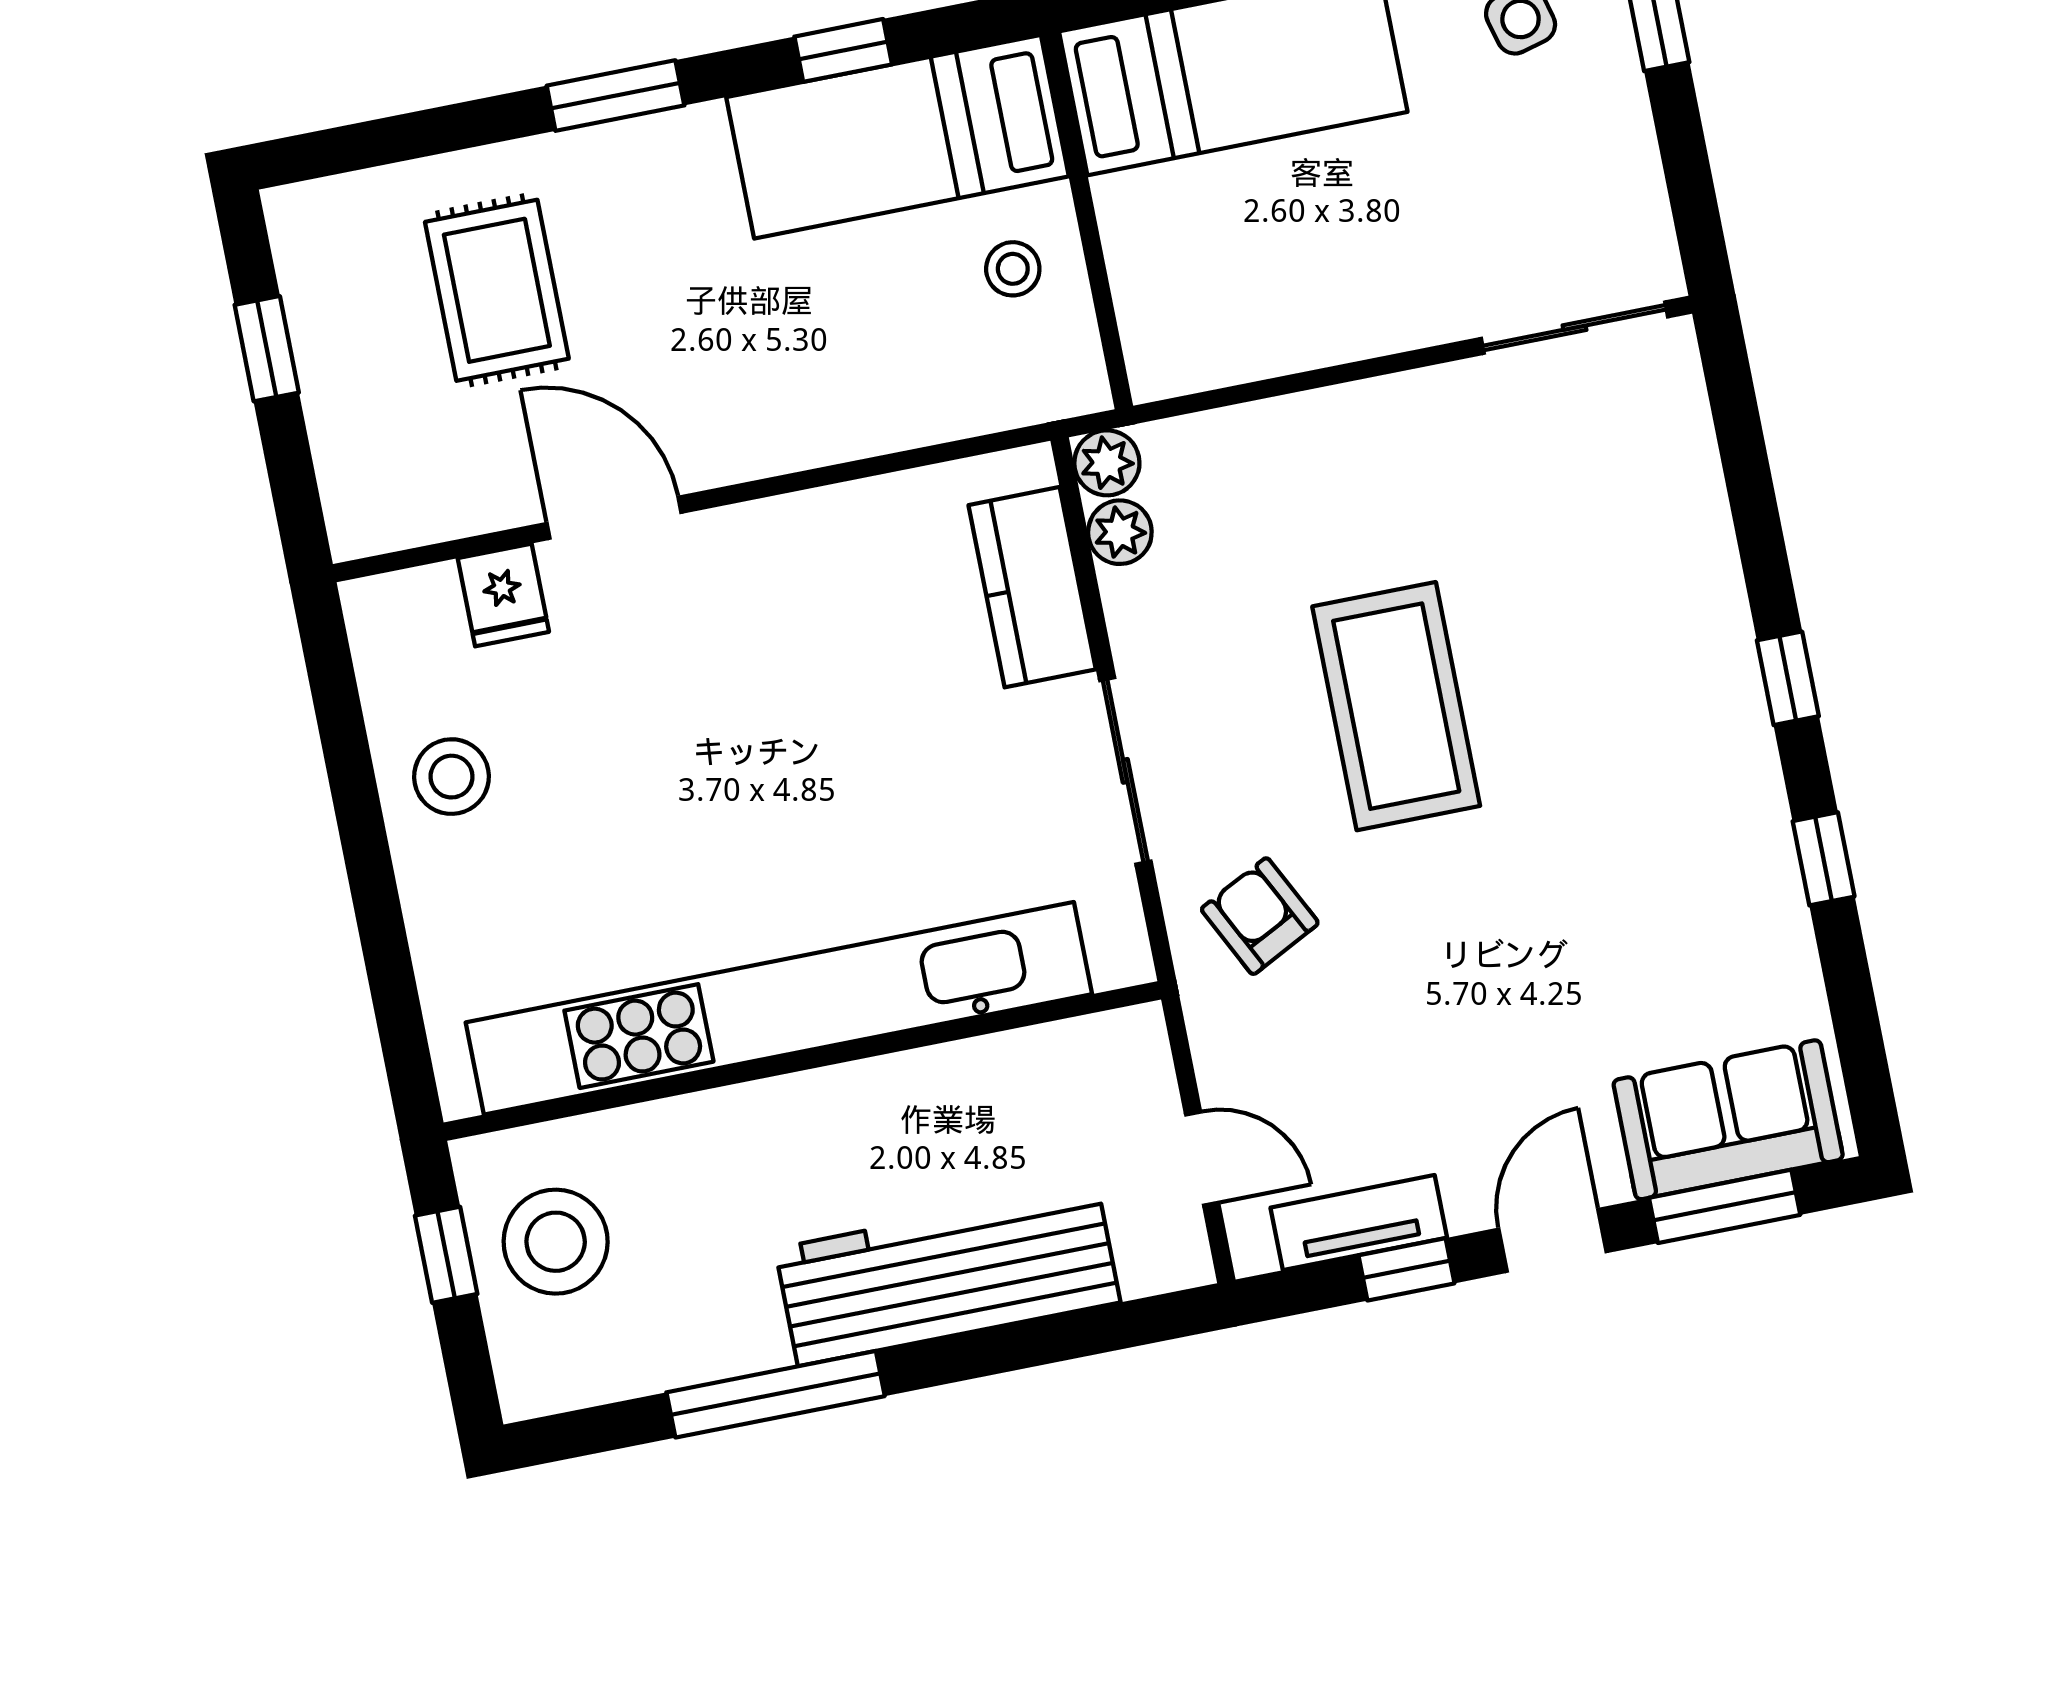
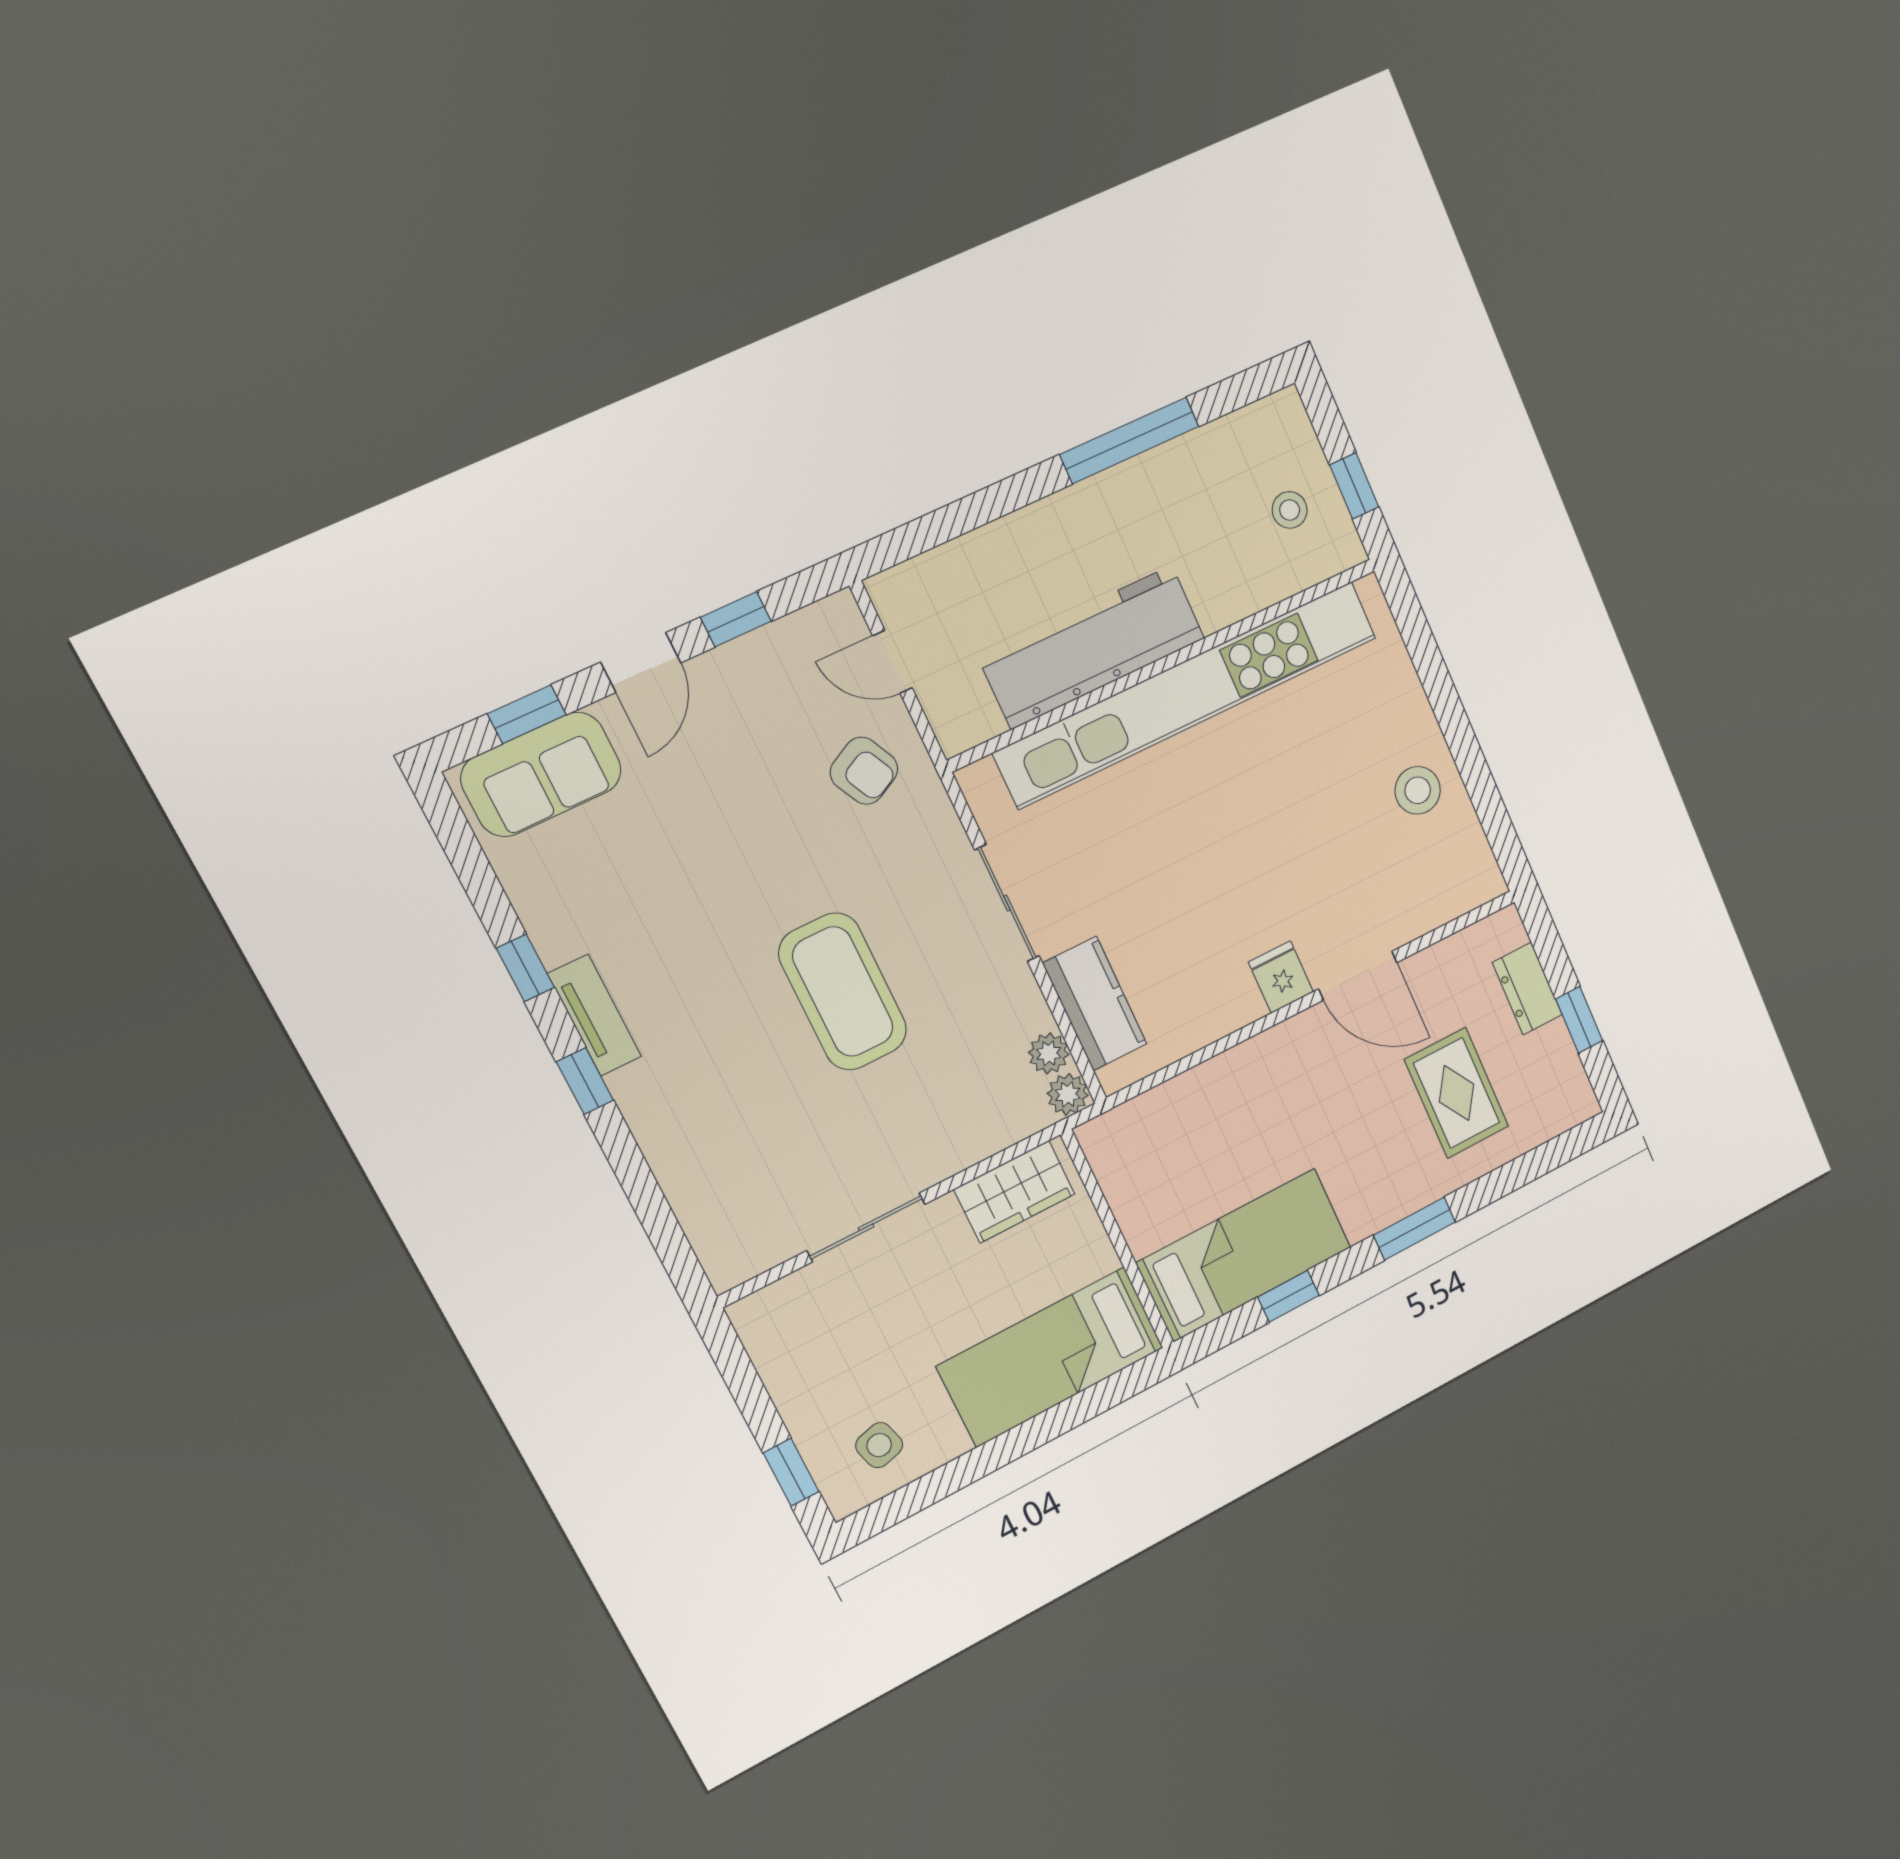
stool: (1013, 269) -> (1155, 1197), removed
sliding door: (1575, 328) -> (866, 1227), moved
wardrobe: (1223, 340) -> (1014, 1192), added
dresser: (342, 422) -> (1527, 989), added
fridge: (503, 595) -> (1281, 977), moved
armchair: (1260, 916) -> (864, 771), moved
window: (1725, 1206) -> (527, 714), width x0.67
tv unit: (1359, 1223) -> (594, 1015), moved, turned -90
stool: (556, 1242) -> (1290, 510), width x0.53, depth x0.53
workbench: (948, 1275) -> (1092, 647), moved, turned 180

